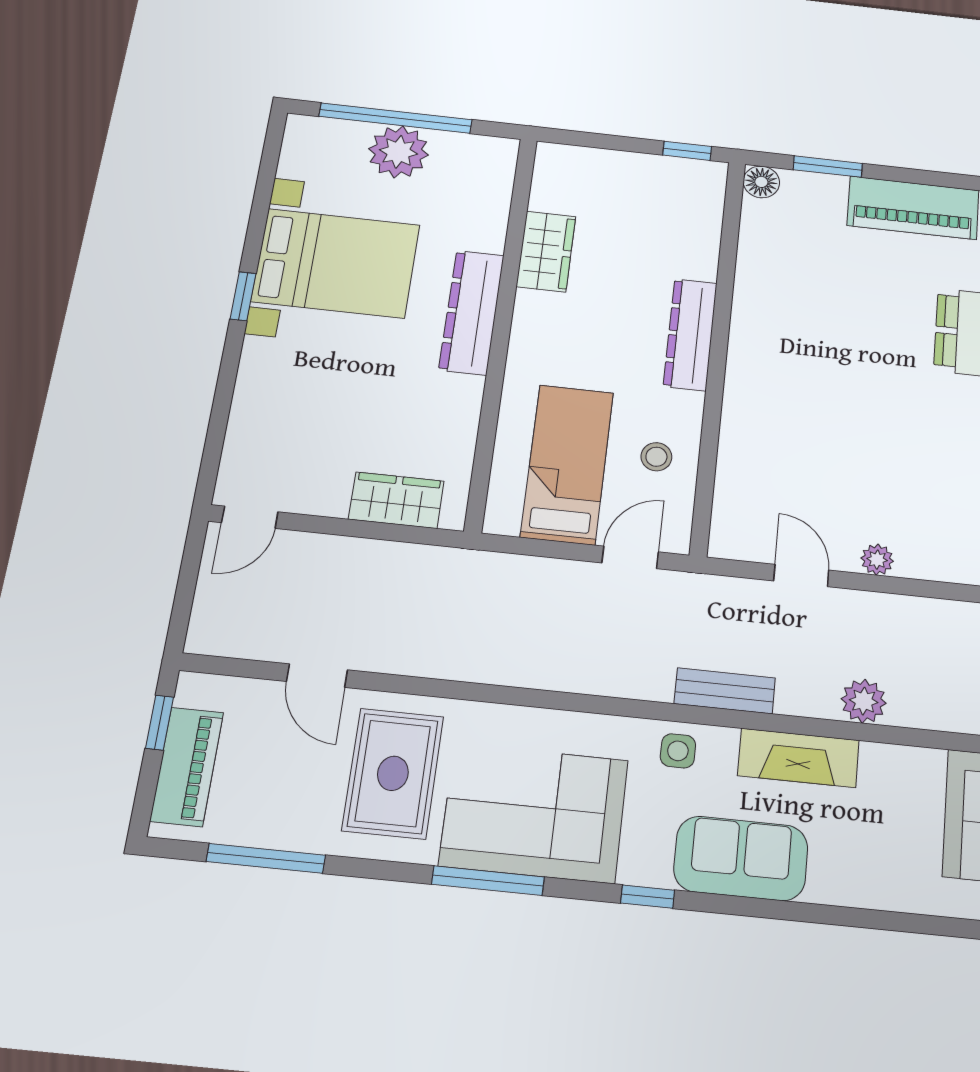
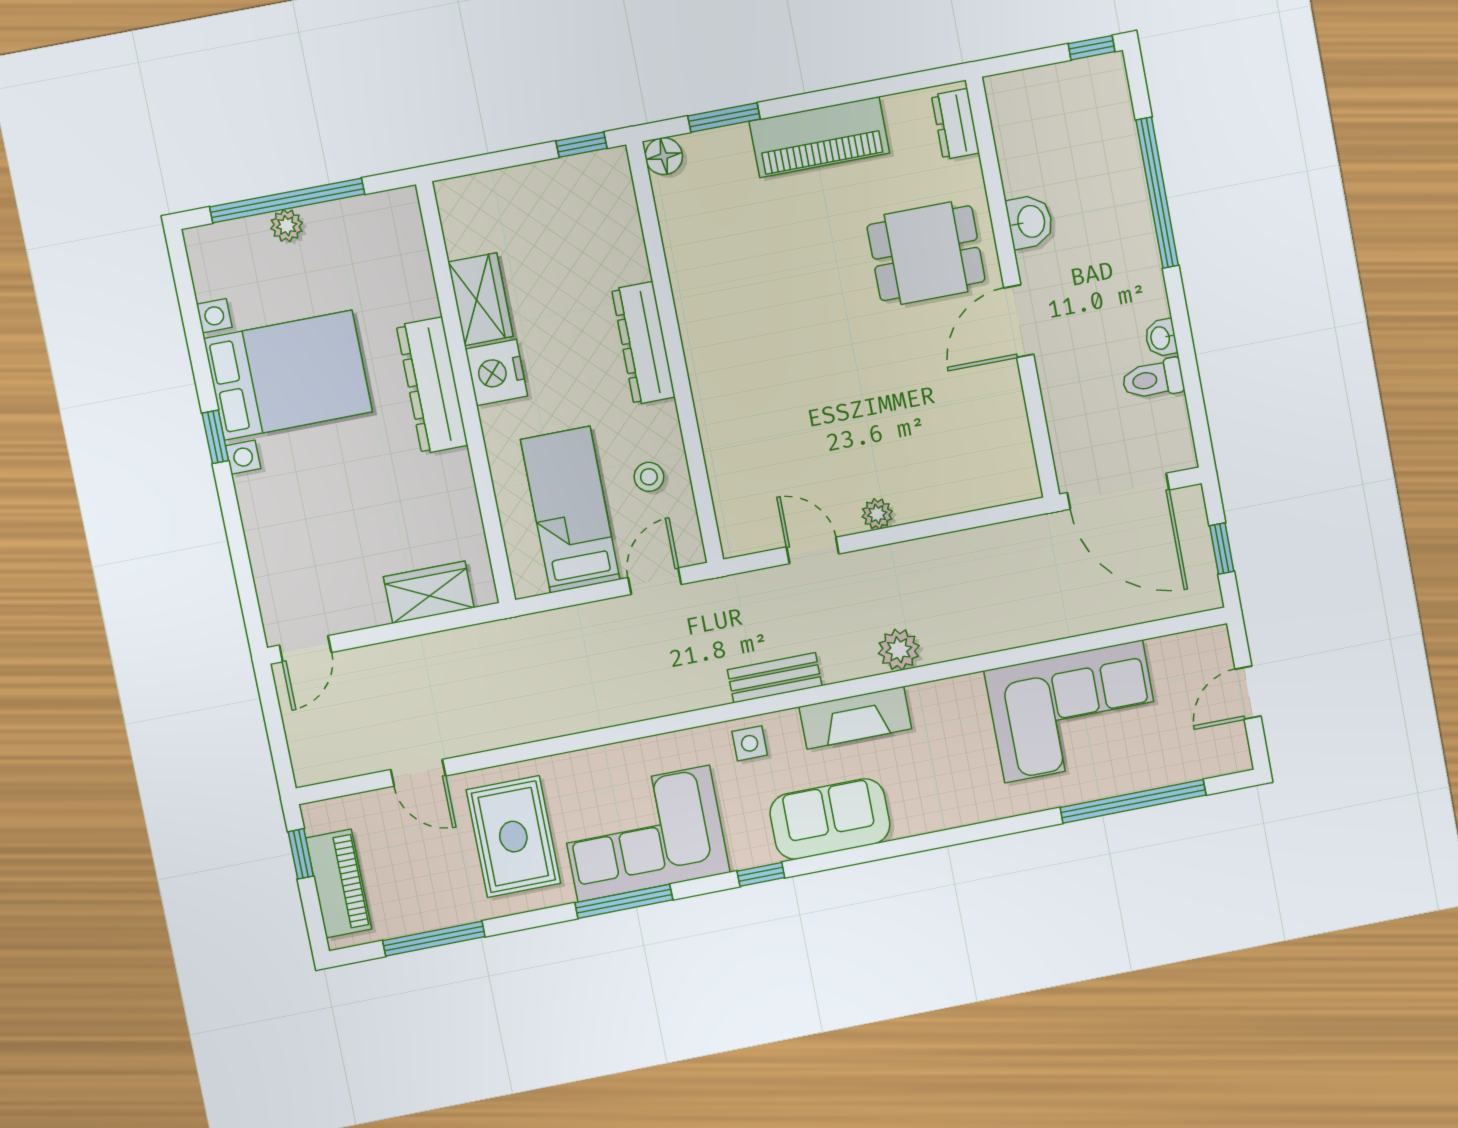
plant: (399, 152) -> (287, 226), width x0.53, depth x0.53
nightstand: (538, 319) -> (496, 373), added

